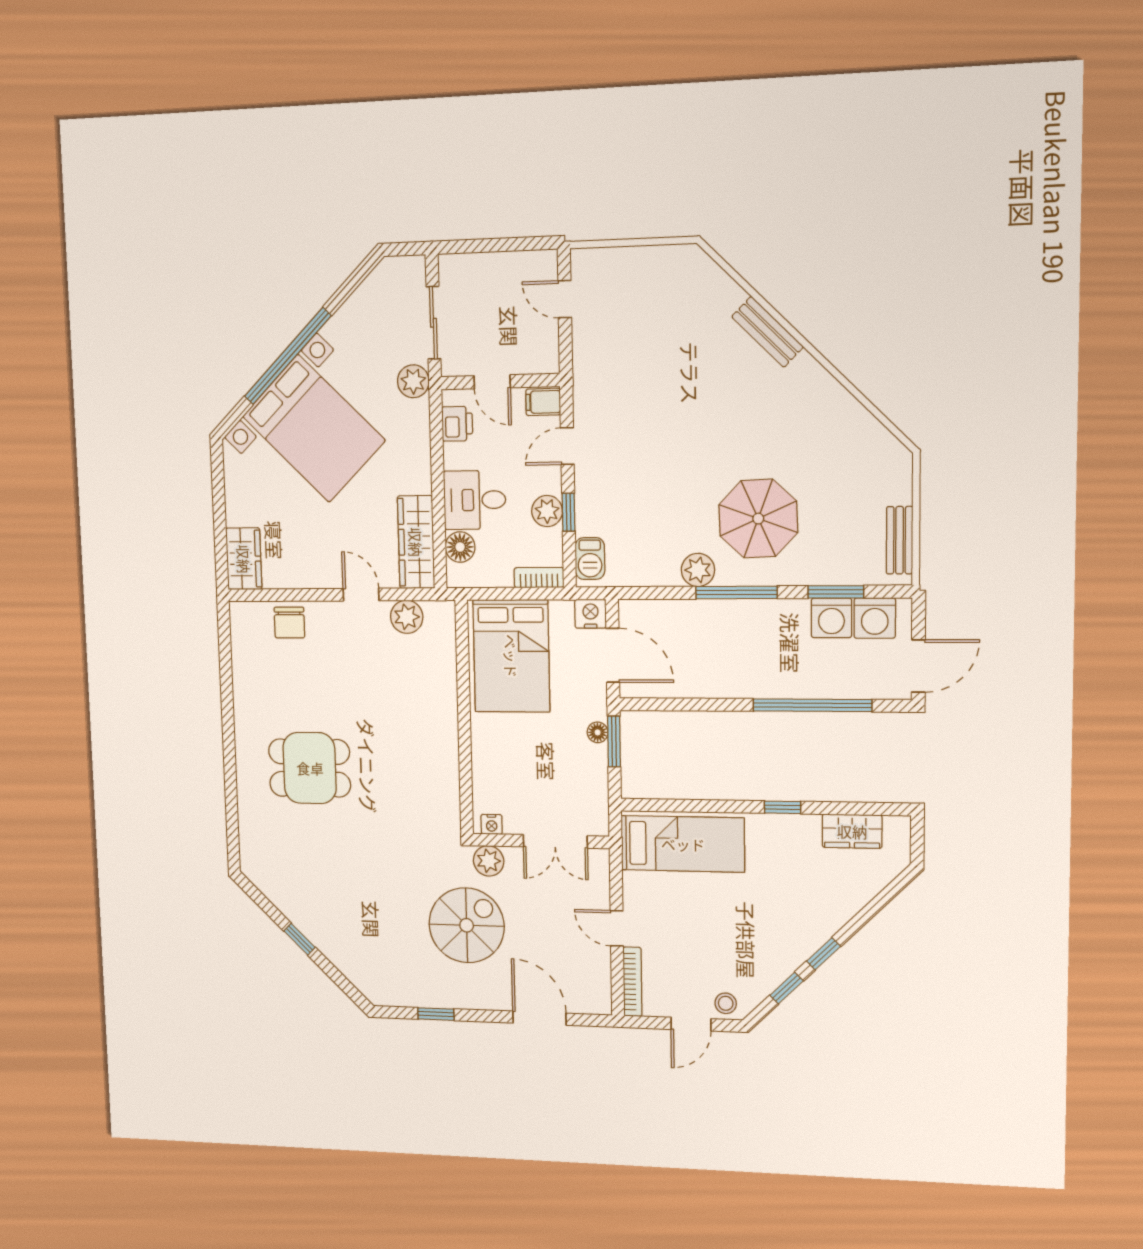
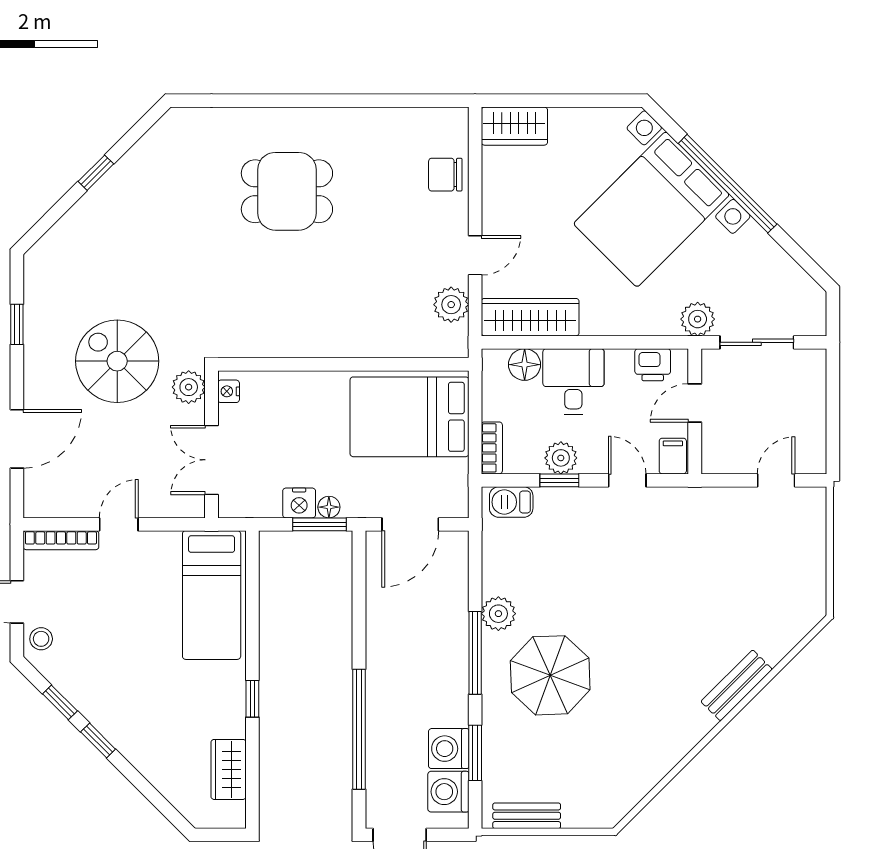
nightstand: (590, 614) -> (299, 503), moved, turned 90
dining table: (310, 768) -> (287, 191), turned 90
spiral stairs: (467, 925) -> (117, 361), turned 180

